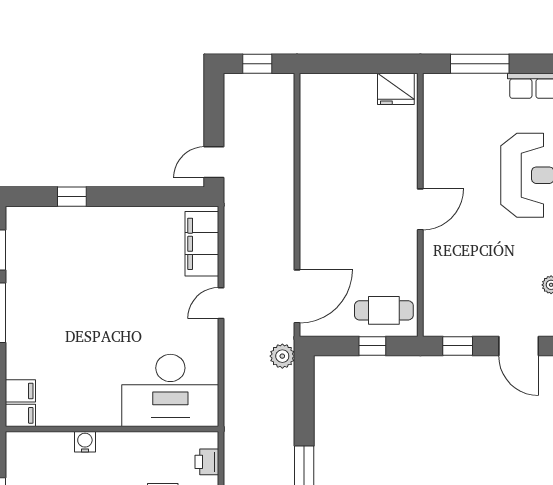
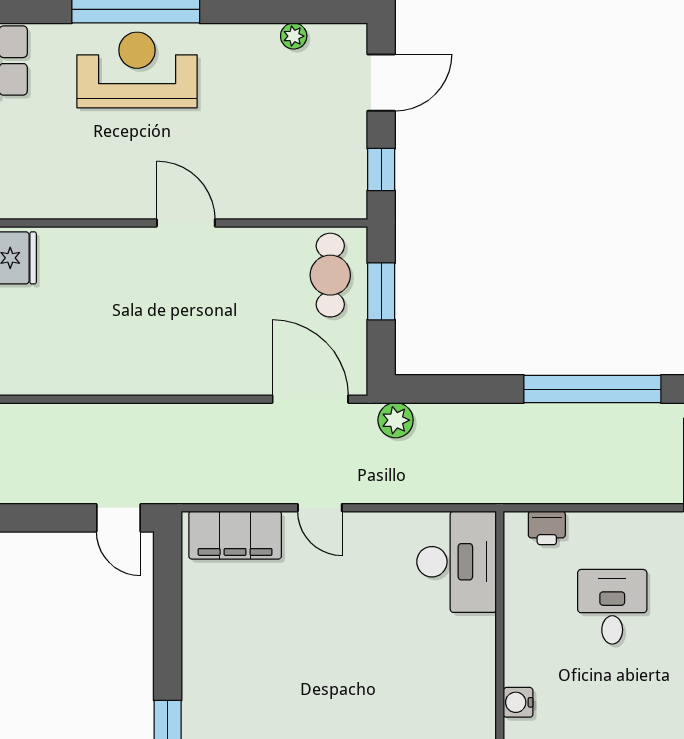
window: (372, 346) -> (381, 291), width x1.50
desk: (170, 390) -> (457, 562), width x0.73, depth x0.77

